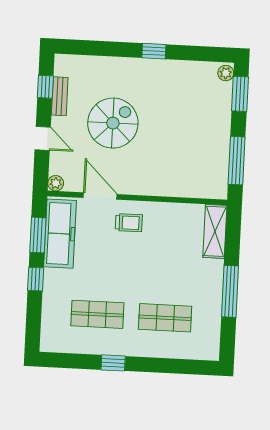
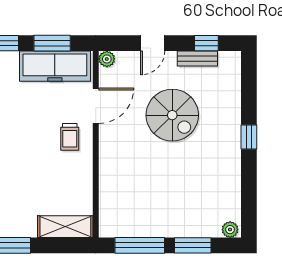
window: (154, 51) -> (249, 137), moved
window: (240, 94) -> (193, 245), moved

